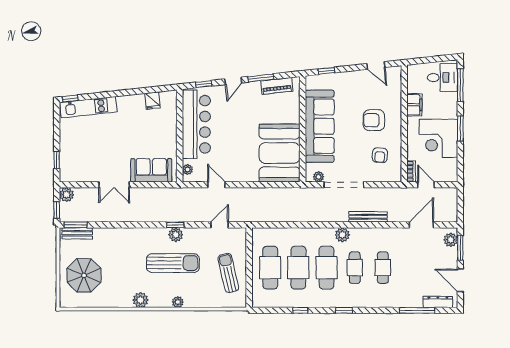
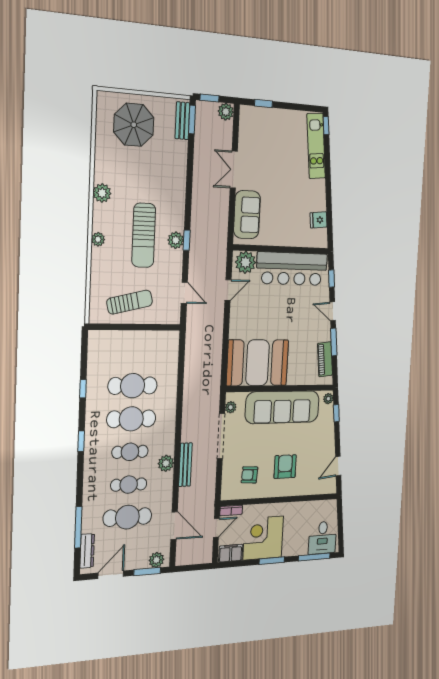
plant: (313, 80) -> (328, 399), added
filing cabinet: (414, 105) -> (231, 553), moved, turned 180
plant: (188, 169) -> (246, 262), width x1.88, depth x1.88
plant: (342, 235) -> (166, 463), moved
cafe table: (270, 268) -> (127, 517), moved

